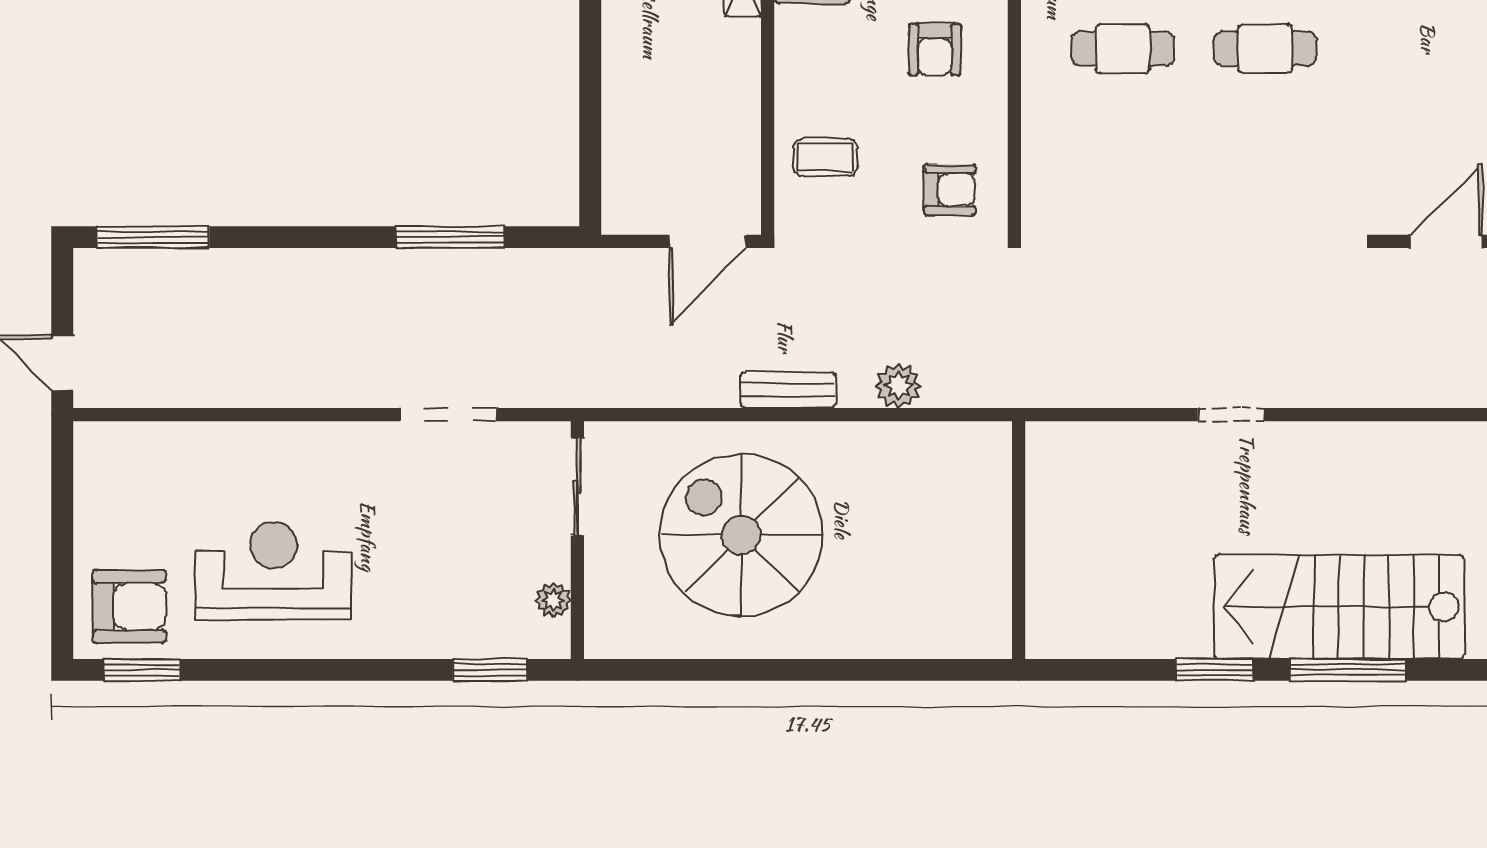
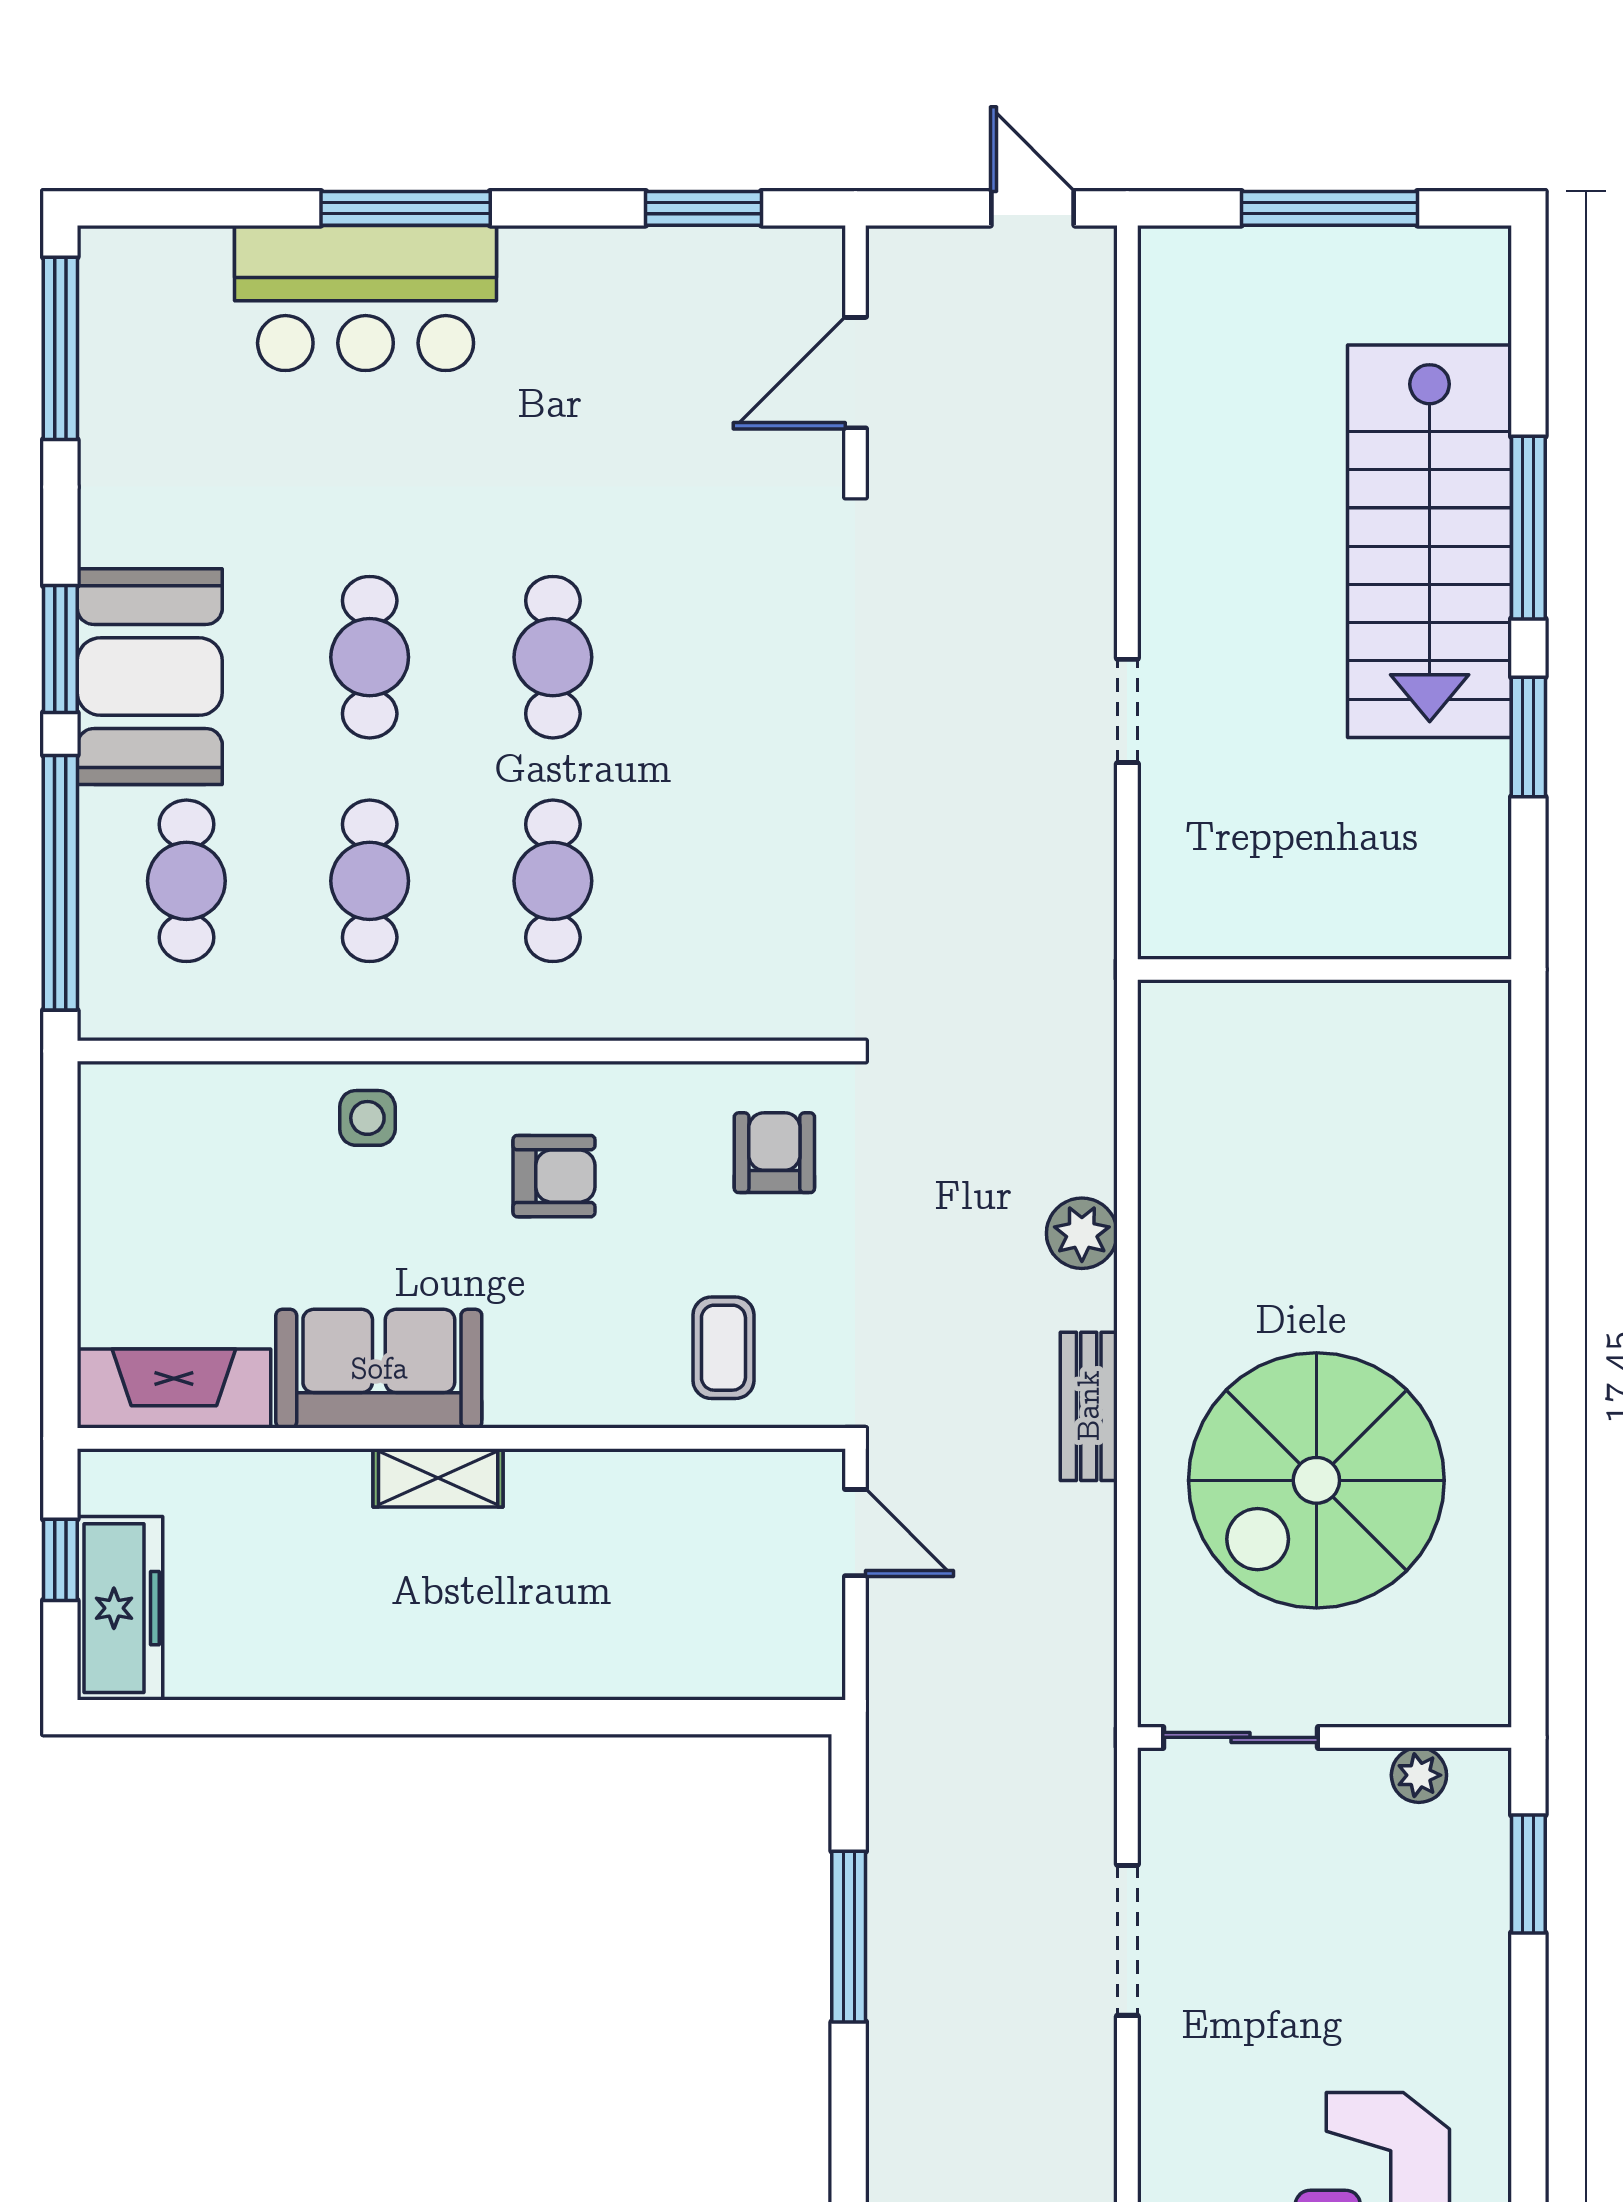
door: (708, 241) -> (855, 1533), width x0.73
door: (1446, 241) -> (855, 373), hinge flipped
wall: (1019, 540) -> (1324, 969), moved

